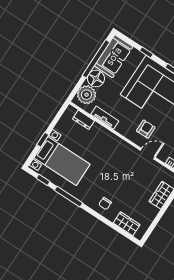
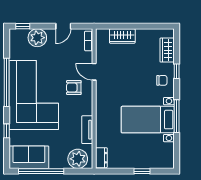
floor lamp: (96, 79) -> (58, 160), removed
dresser: (83, 120) -> (101, 158), moved
bed with nightstands: (62, 161) -> (148, 120), moved, turned -90
window: (43, 180) -> (177, 71), moved

